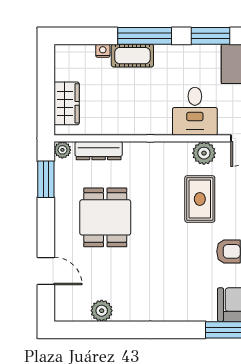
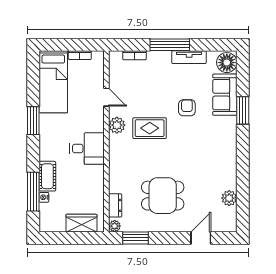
window: (145, 36) -> (33, 192), moved
desk: (195, 111) -> (87, 149), moved
dresser: (99, 151) -> (115, 205), width x0.70

